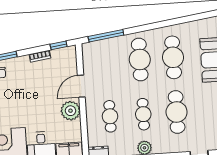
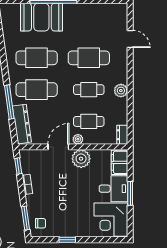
window: (106, 36) -> (9, 102), moved
dresser: (103, 46) -> (22, 124), added
door: (81, 86) -> (58, 147), swing flipped
plant: (91, 106) -> (78, 139), added

